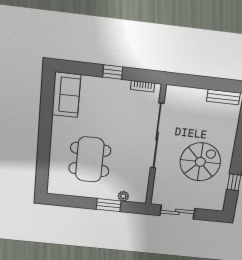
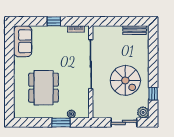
spiral stairs: (200, 162) -> (125, 80), turned 90
plant: (217, 204) -> (143, 112), added
sliding door: (177, 212) -> (124, 122), moved

